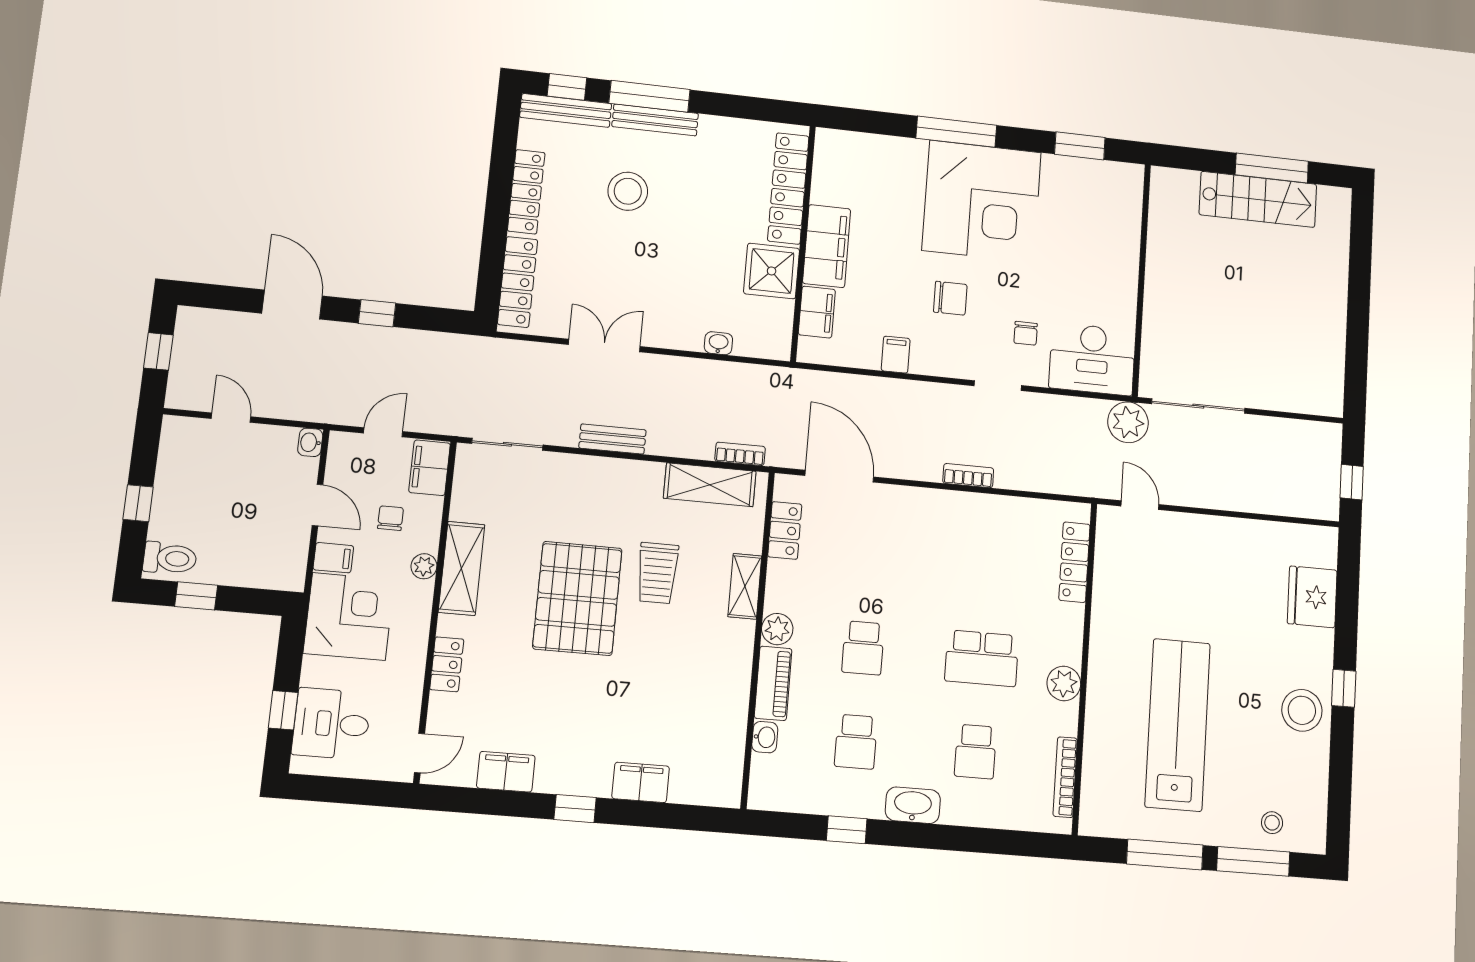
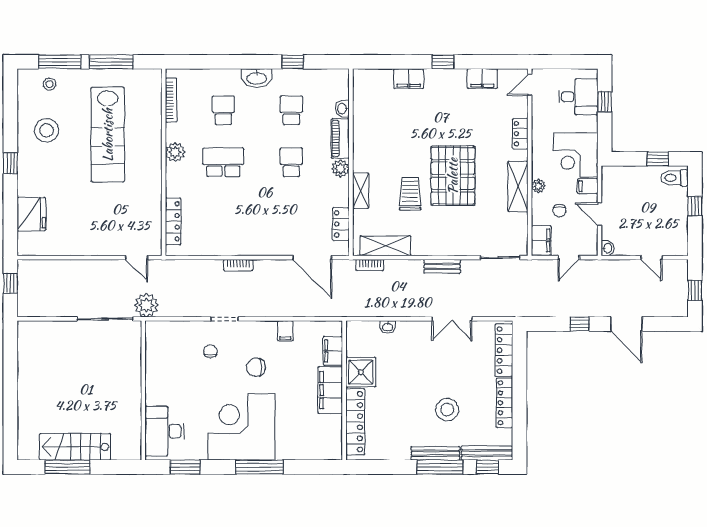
desk: (1092, 359) -> (164, 431), moved, turned -90
stool: (1302, 710) -> (47, 130), moved

